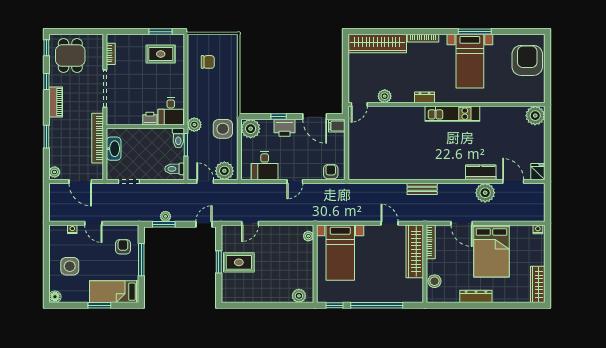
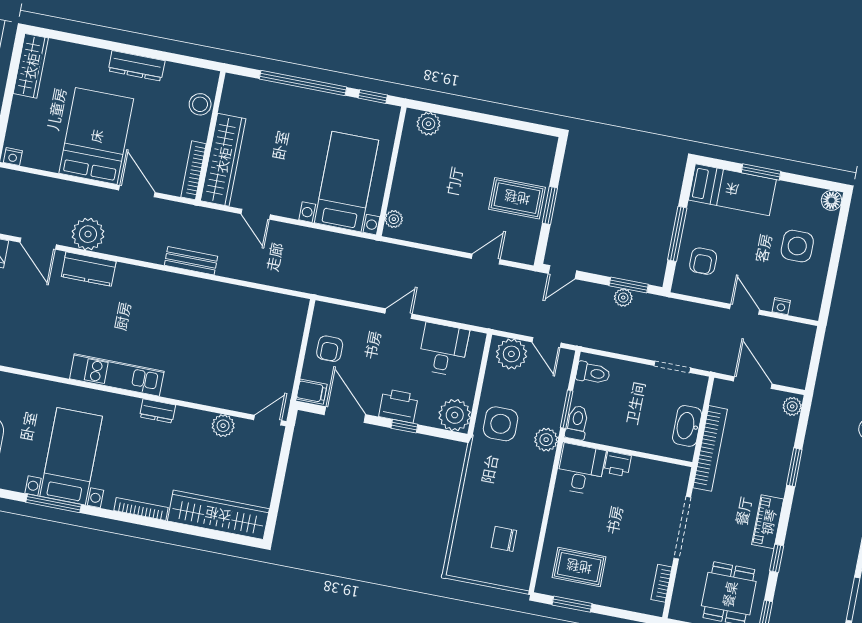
armchair: (331, 172) -> (330, 349), moved

